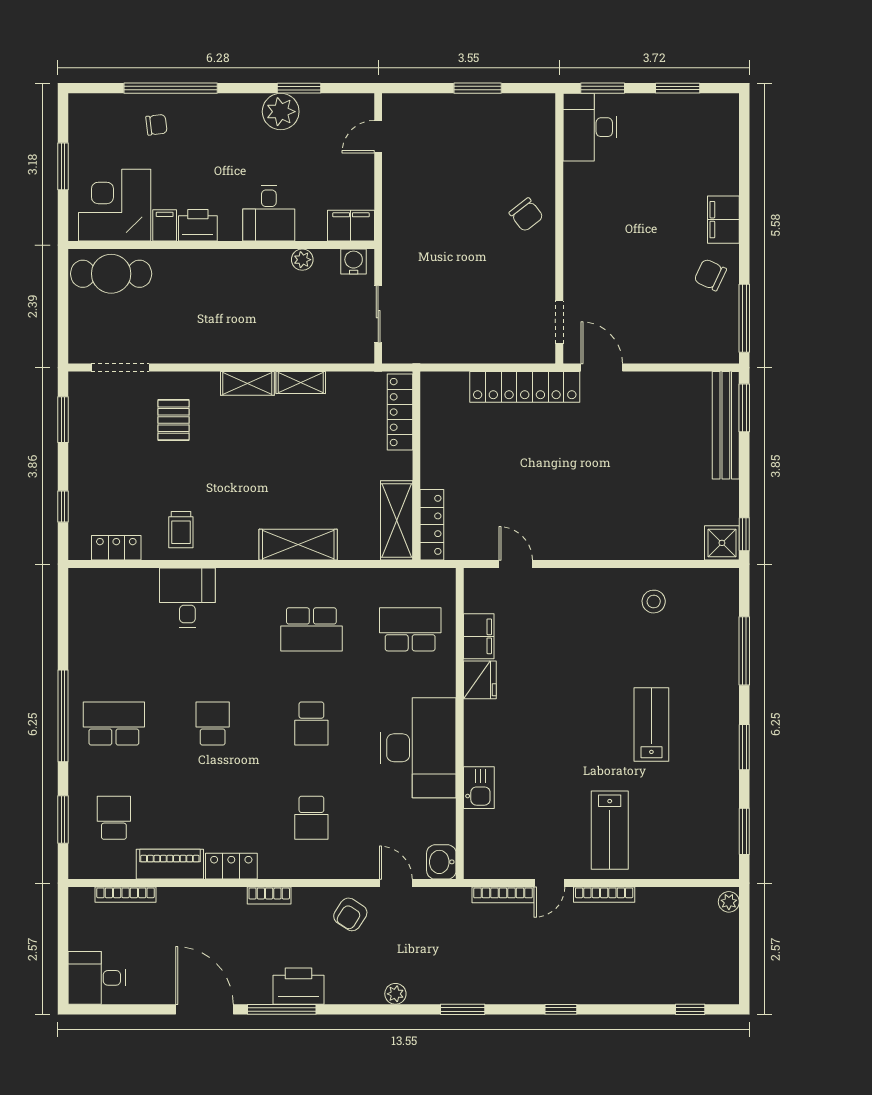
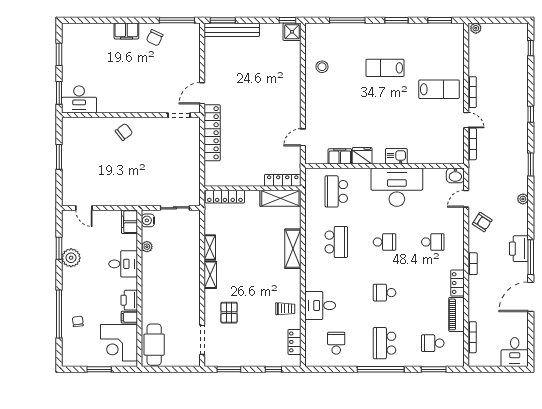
pallet: (174, 420) -> (229, 313), turned 90
school desk: (114, 629) -> (336, 343), added
kitchen sink: (479, 788) -> (396, 156), moved

